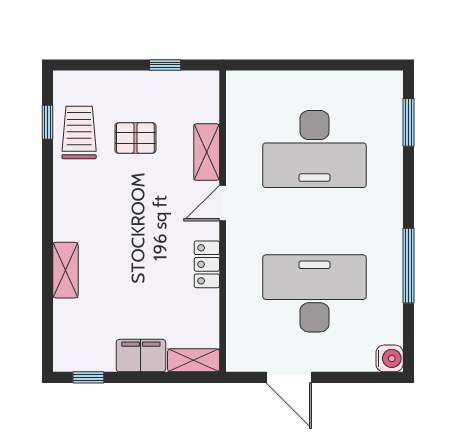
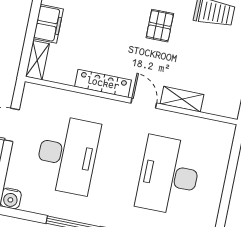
pallet: (135, 138) -> (160, 26), moved
locker: (207, 264) -> (103, 83), width x1.53

